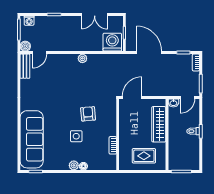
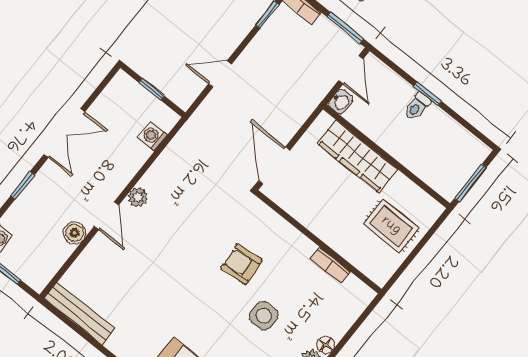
double door: (95, 14) -> (64, 133), moved
washing machine: (112, 42) -> (153, 136), width x0.53, depth x0.53
boiler: (25, 46) -> (75, 233), moved
door: (40, 53) -> (106, 216), moved
door: (149, 53) -> (220, 74), width x0.53
bench: (25, 66) -> (79, 314), width x1.36
rug: (144, 156) -> (391, 226), turned 90

